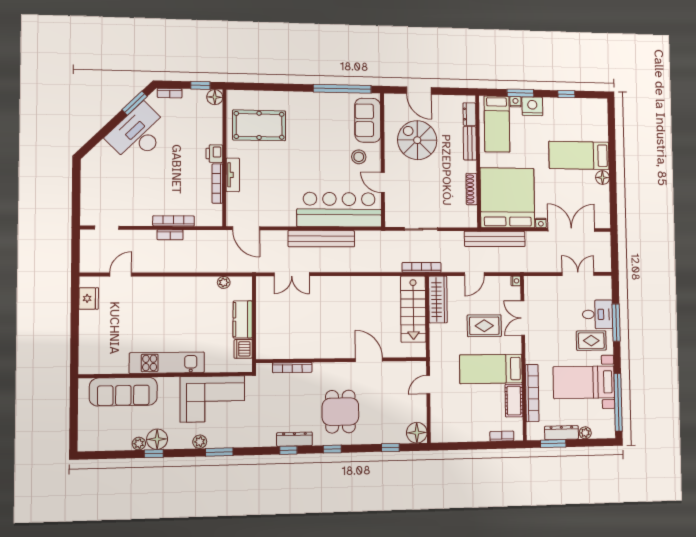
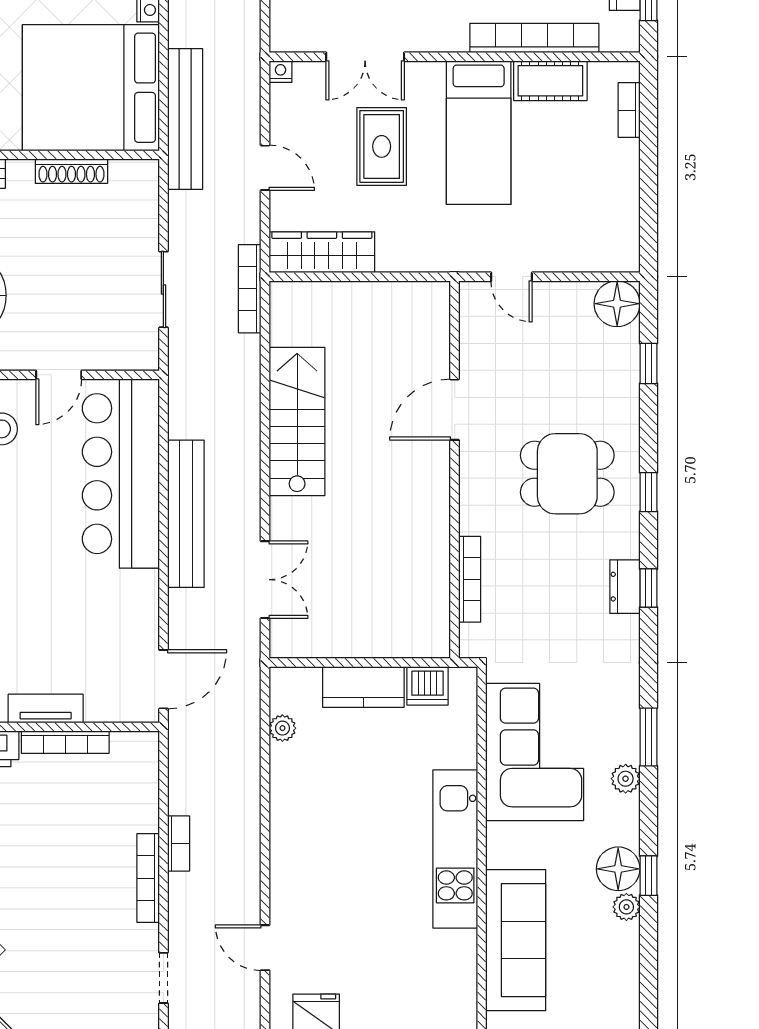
bookcase: (174, 221) -> (148, 878), moved
stairs: (413, 309) -> (297, 421), moved, turned -90
dresser: (294, 439) -> (625, 587), width x0.70

